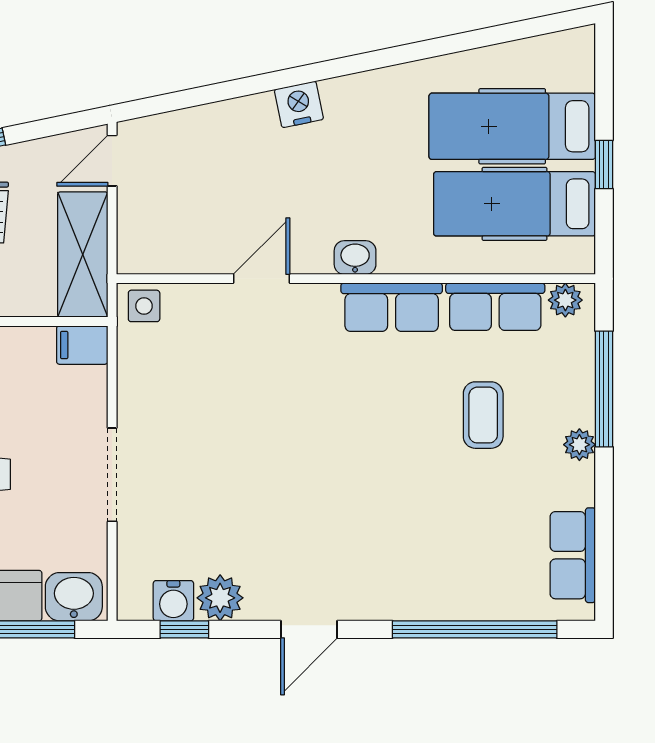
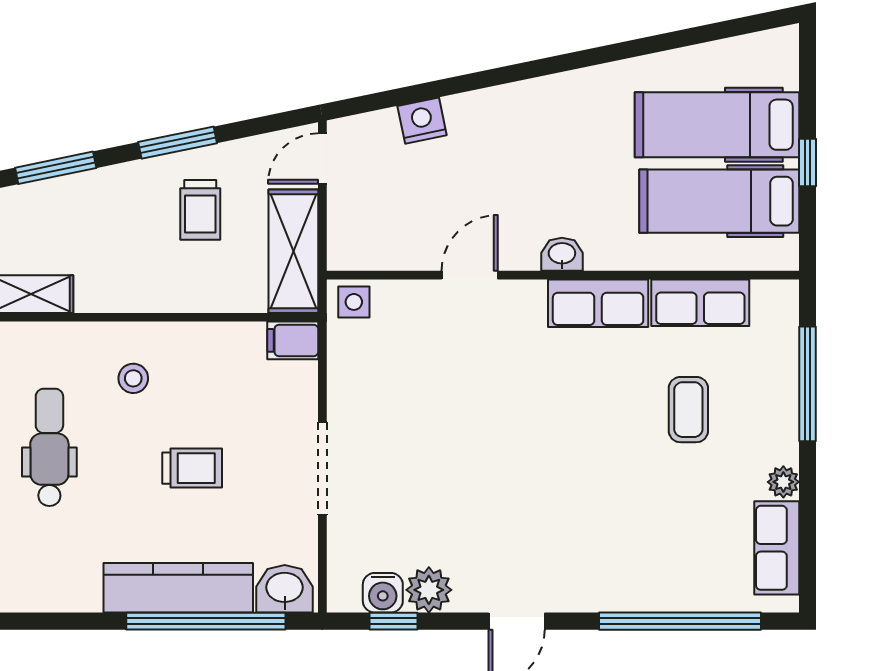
nightstand: (299, 104) -> (422, 121), moved
plant: (565, 300) -> (769, 296), removed
plant: (579, 445) -> (783, 482), moved

